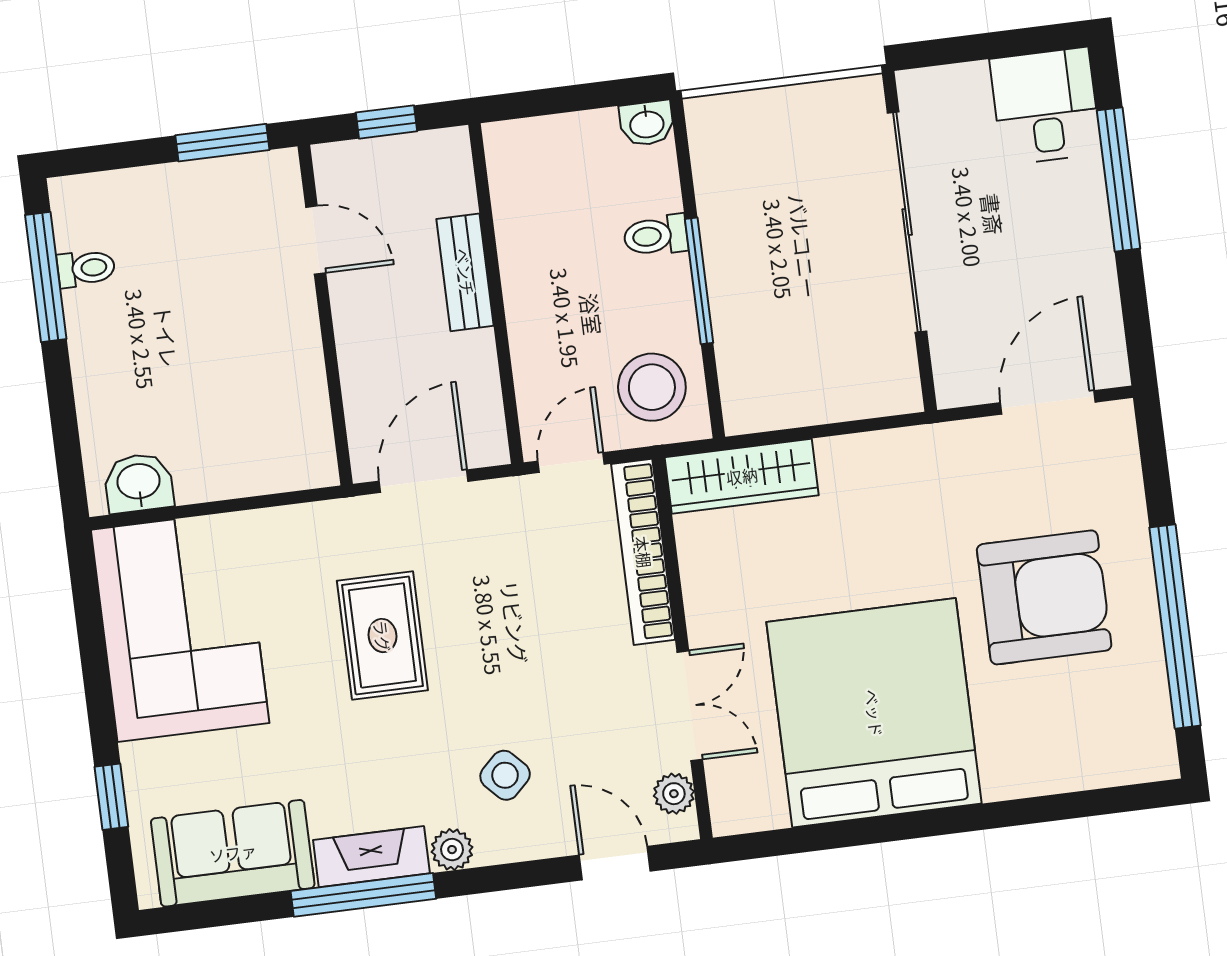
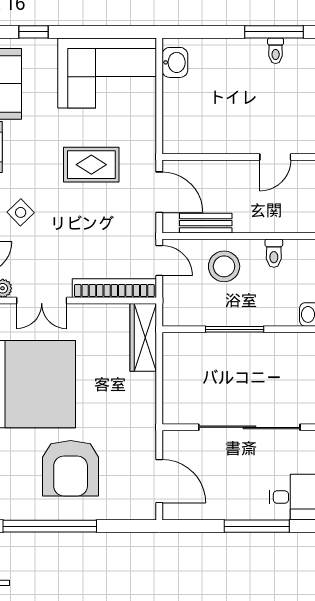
toilet: (656, 236) -> (274, 253), moved, turned 180
bench: (465, 272) -> (206, 223), moved
stool: (652, 387) -> (224, 266), moved

